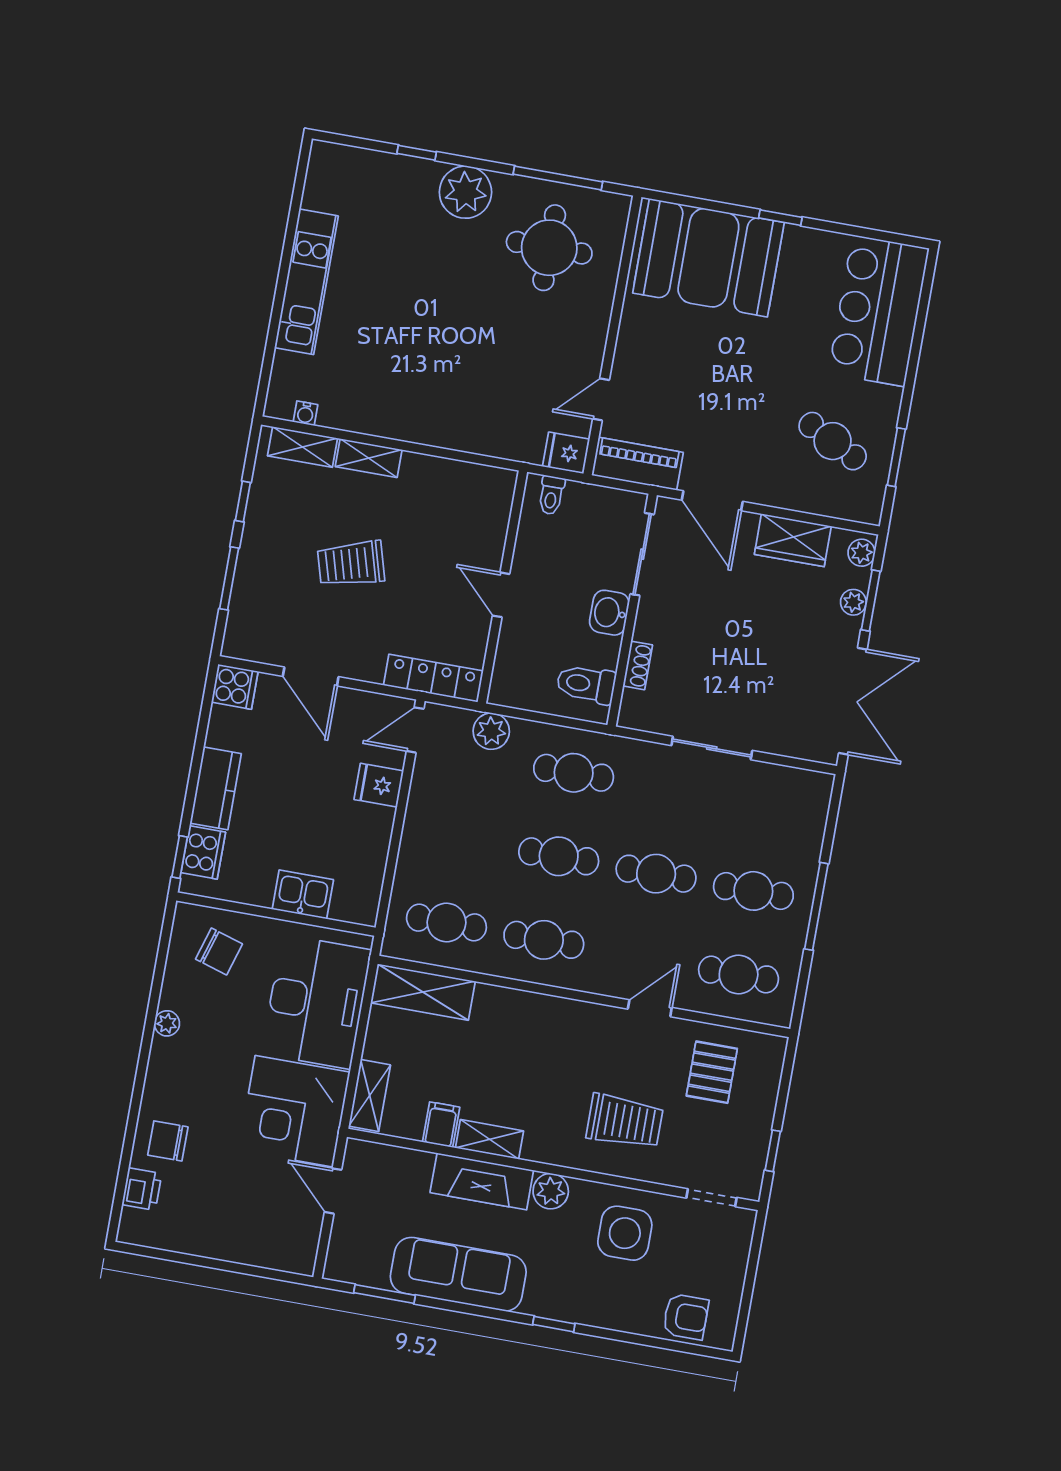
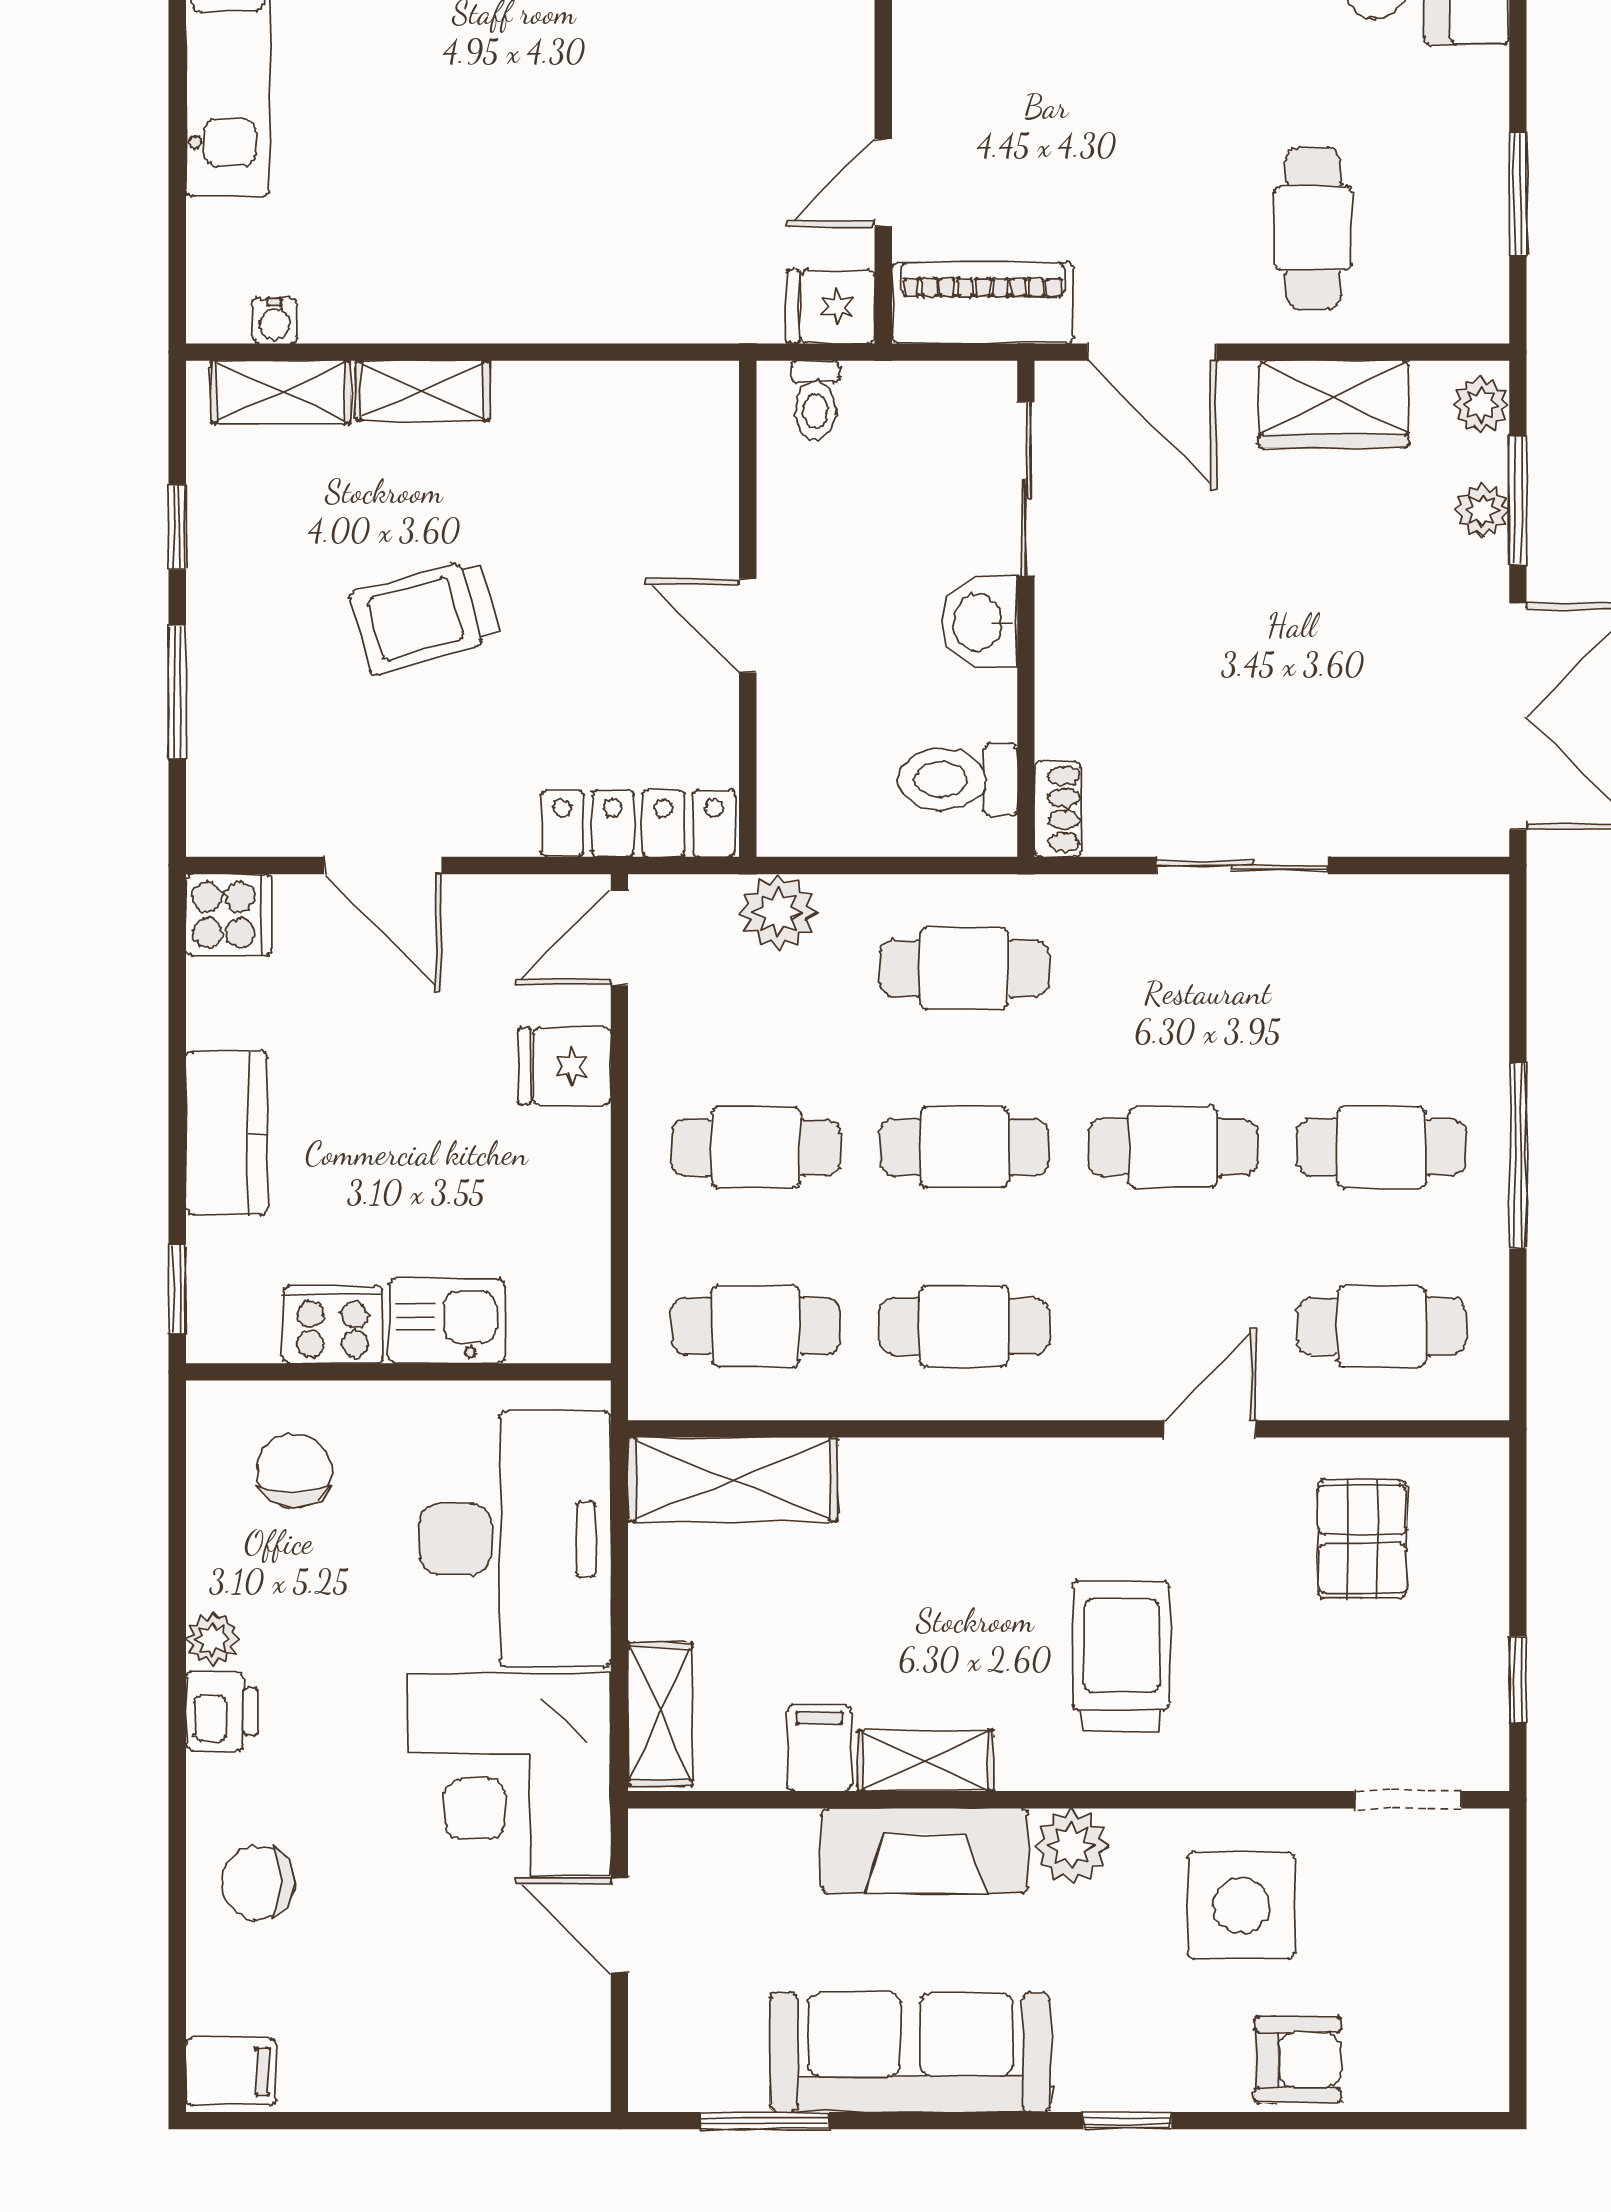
cafe table: (833, 441) -> (1313, 228), moved, turned 63
shoe rack: (638, 665) -> (1058, 809), moved
cafe table: (461, 839) -> (756, 1147), added
cooker: (203, 852) -> (333, 1324), moved, turned -90
chair: (219, 952) -> (294, 1471), turned -107
trolley: (625, 1121) -> (1121, 1656), moved, turned -90
printer: (142, 1189) -> (222, 1711), moved
filing cabinet: (140, 1227) -> (231, 2072), added
armchair: (686, 1317) -> (1298, 2060), moved

